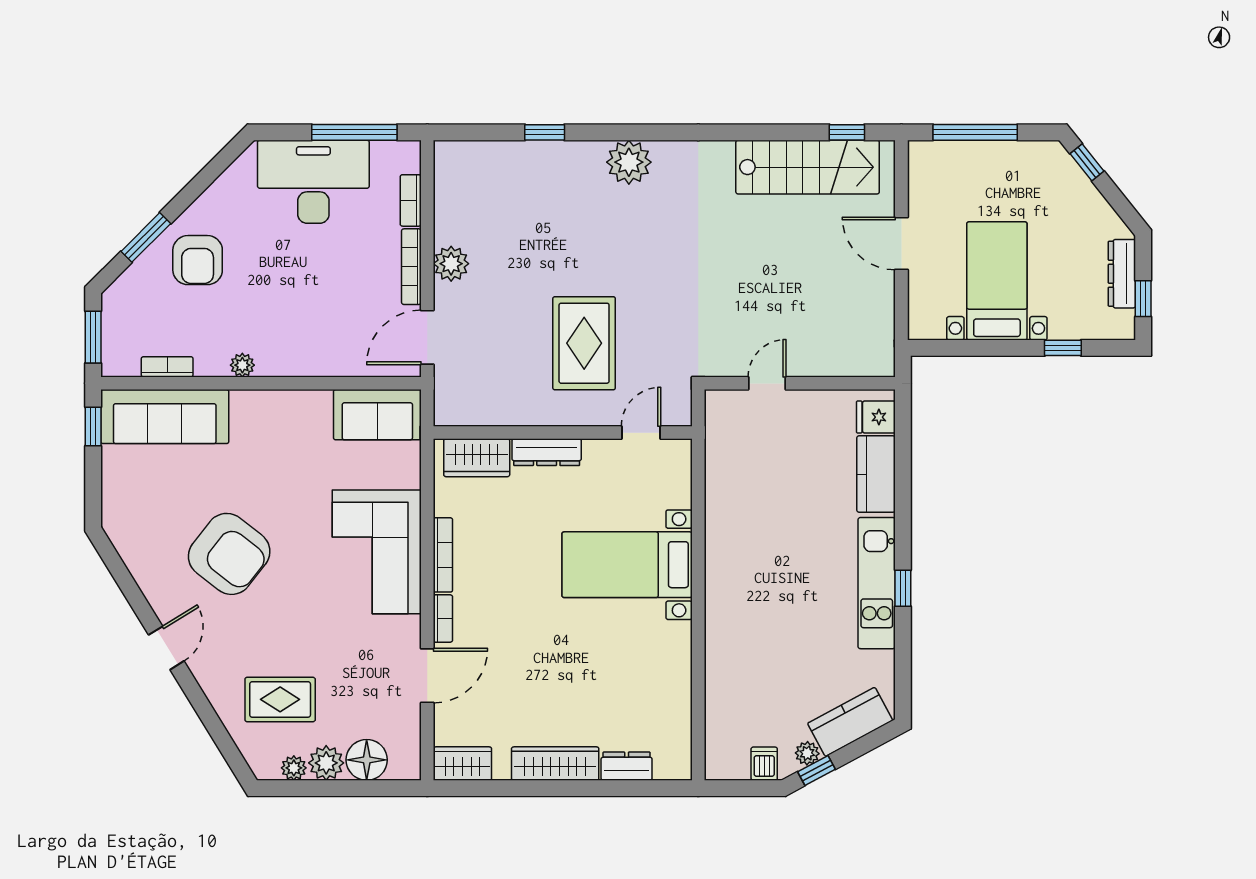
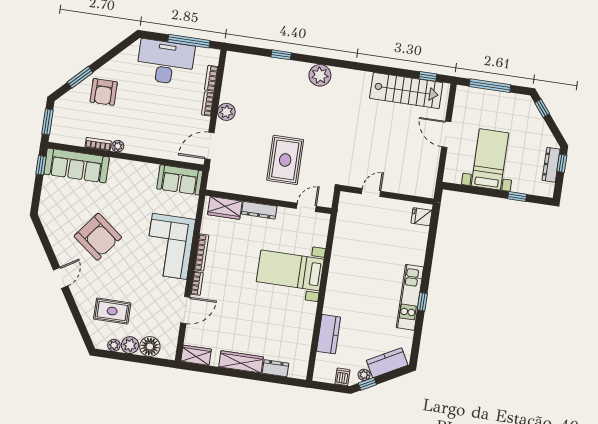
bookcase: (411, 267) -> (208, 104), width x0.64
window: (1143, 299) -> (562, 163), moved
bookcase: (167, 367) -> (98, 144), moved
kitchen counter: (876, 474) -> (329, 334), moved, turned 180

